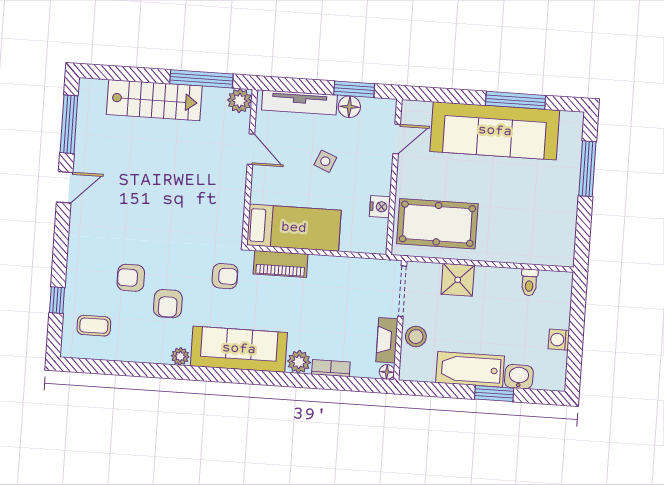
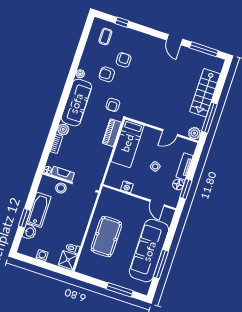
tv unit: (299, 102) -> (185, 166), width x0.71
pool table: (437, 224) -> (106, 237), moved
shower: (458, 280) -> (68, 260), moved

